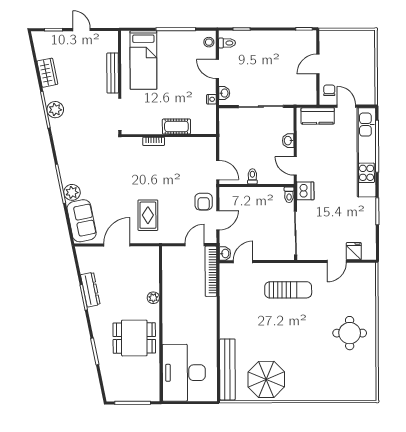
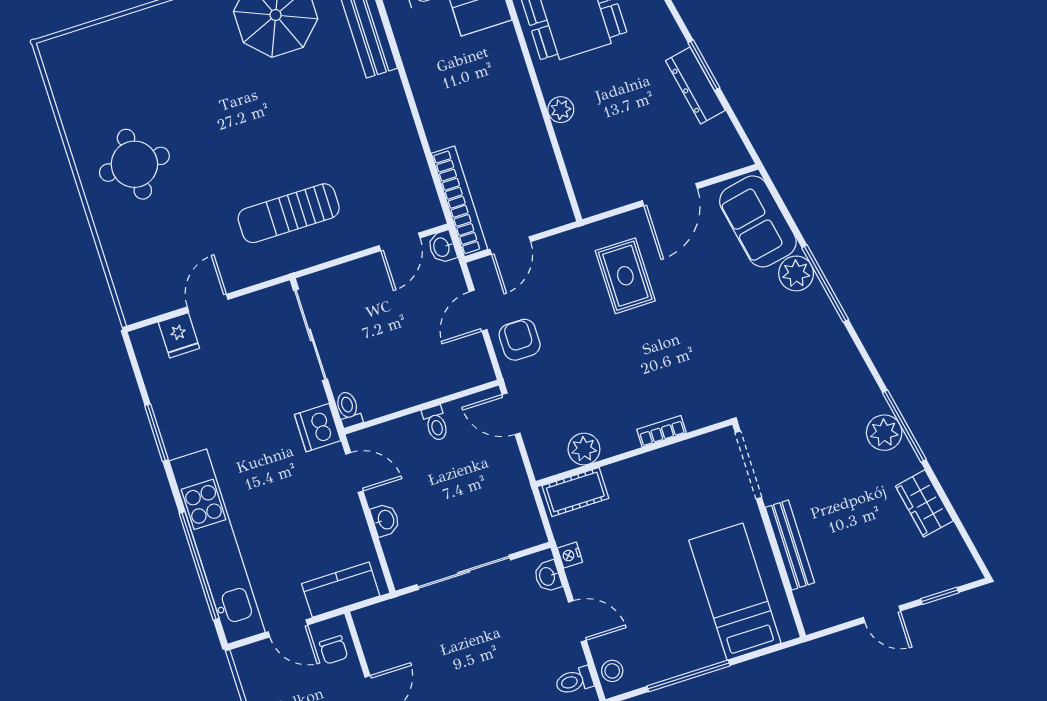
cot: (176, 127) -> (575, 492), moved
plant: (190, 144) -> (584, 449), added

